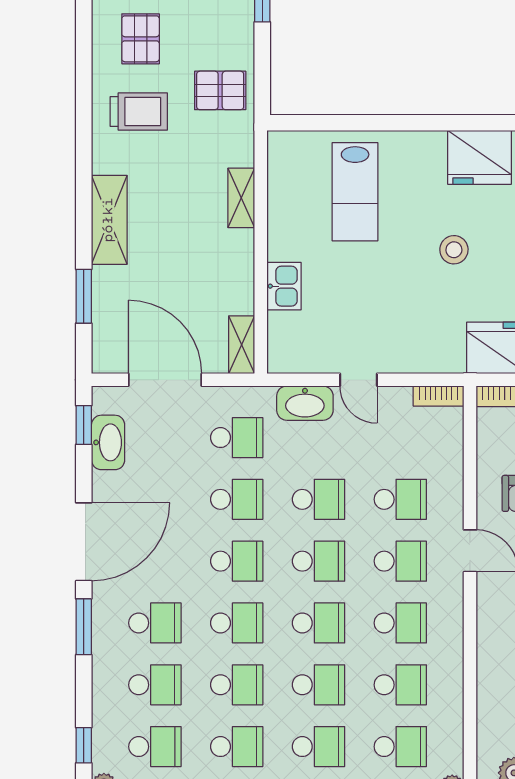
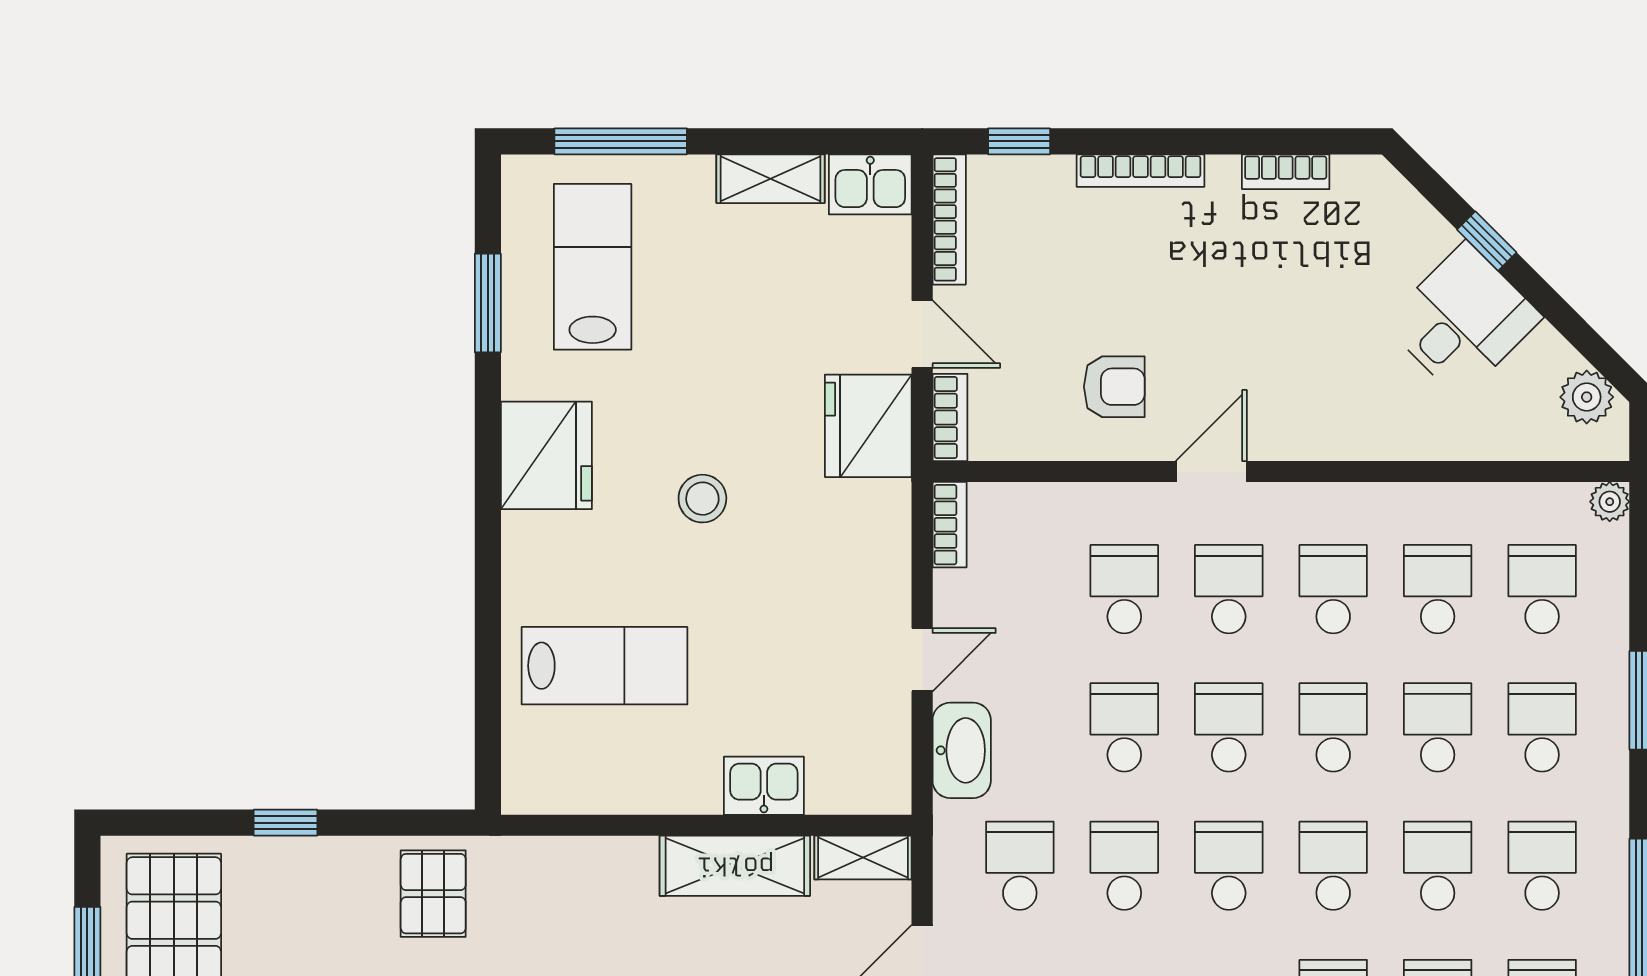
shelving: (241, 198) -> (735, 866), moved, width x1.50, depth x1.33

